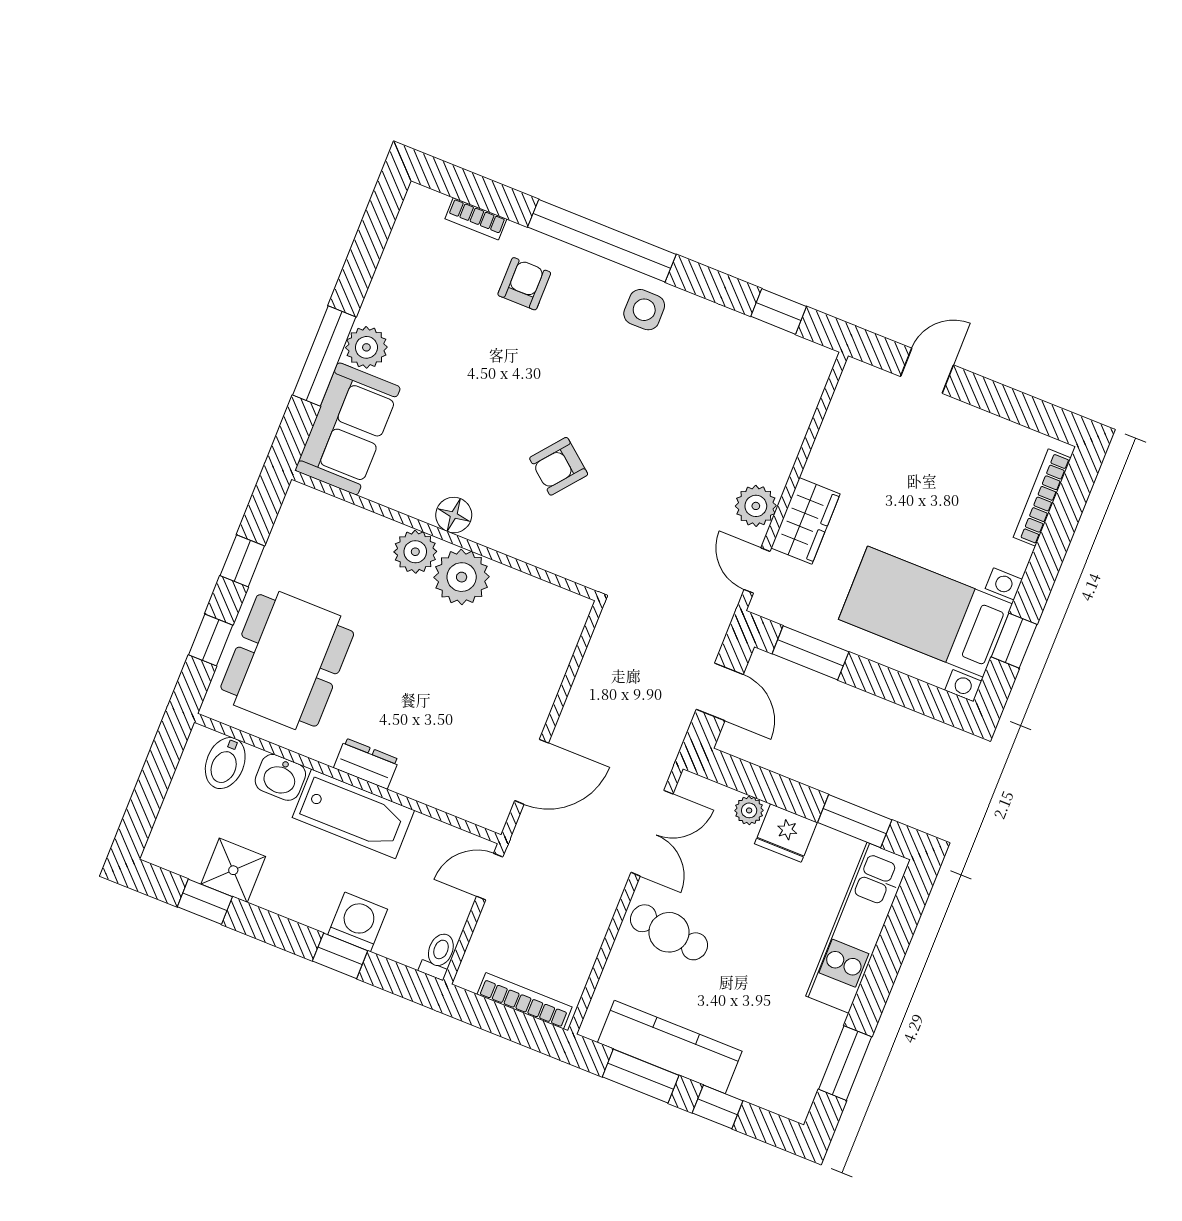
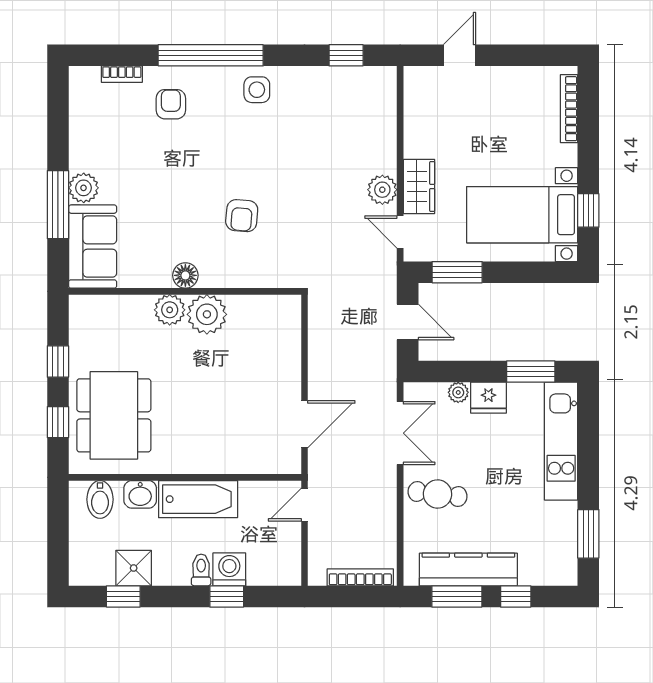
armchair: (559, 466) -> (242, 216), turned -34
dresser: (366, 764) -> (193, 463), removed
toilet: (439, 955) -> (201, 570), moved

